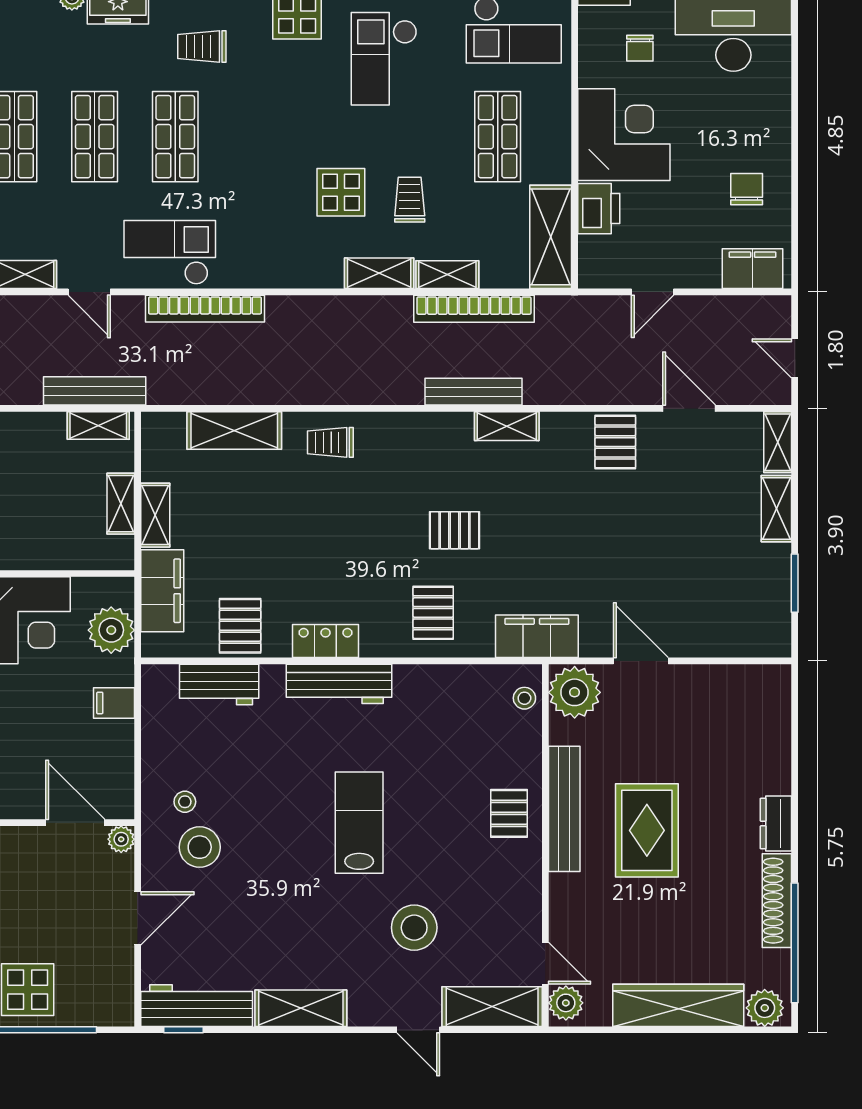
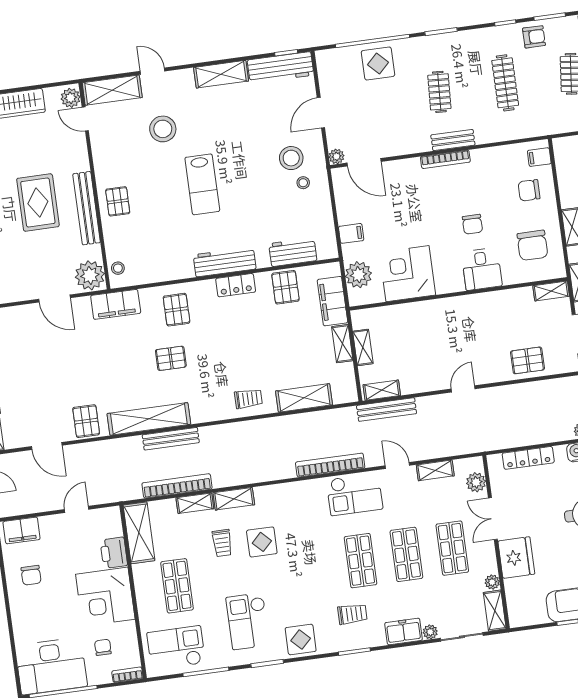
checkout: (384, 59) -> (248, 621), turned 180
shelving: (507, 426) -> (149, 419), width x2.20, depth x1.33

